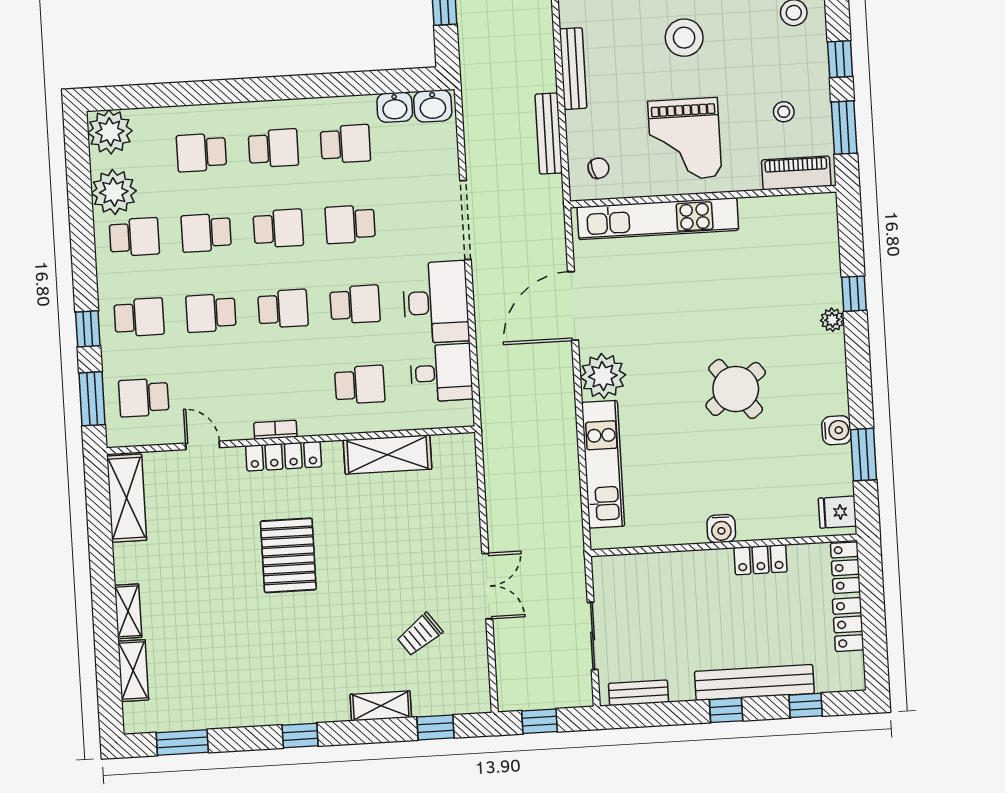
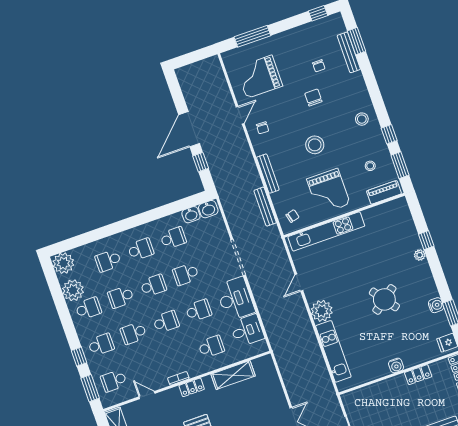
door: (573, 306) -> (299, 283), width x0.53
locker: (284, 456) -> (192, 387), width x0.66

